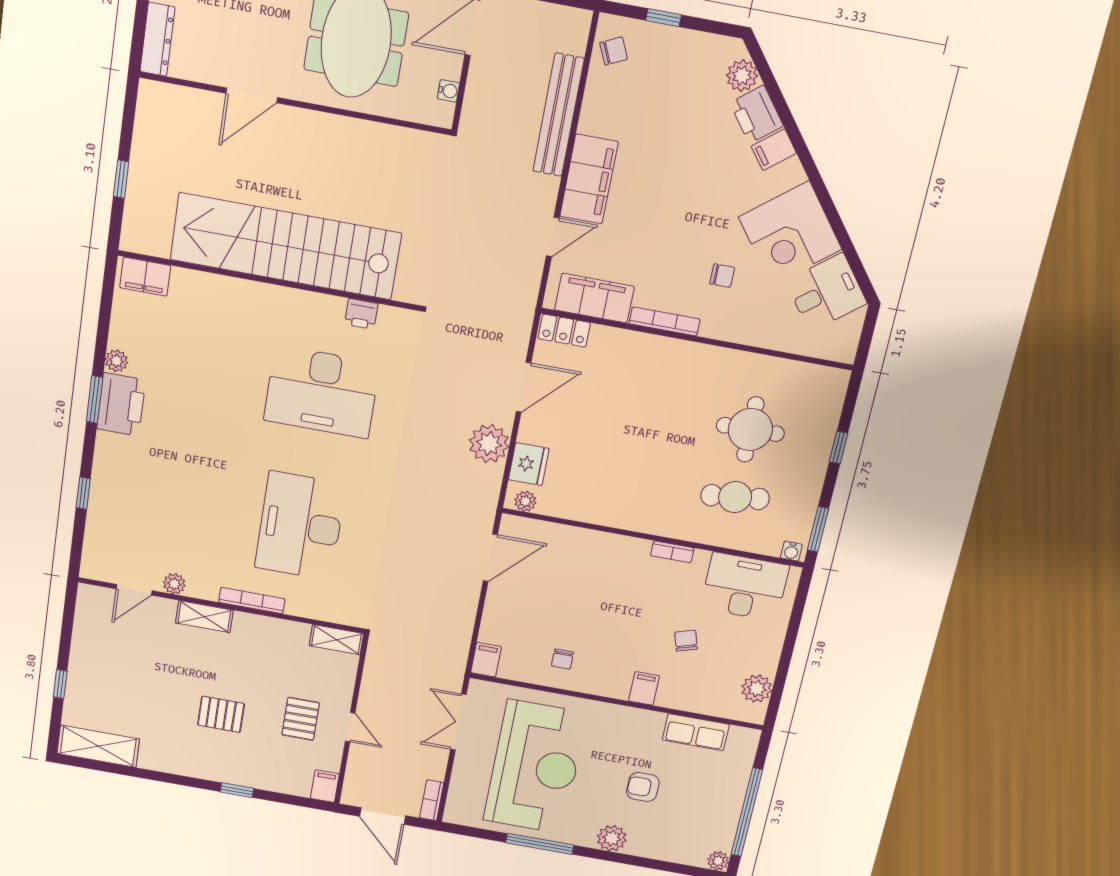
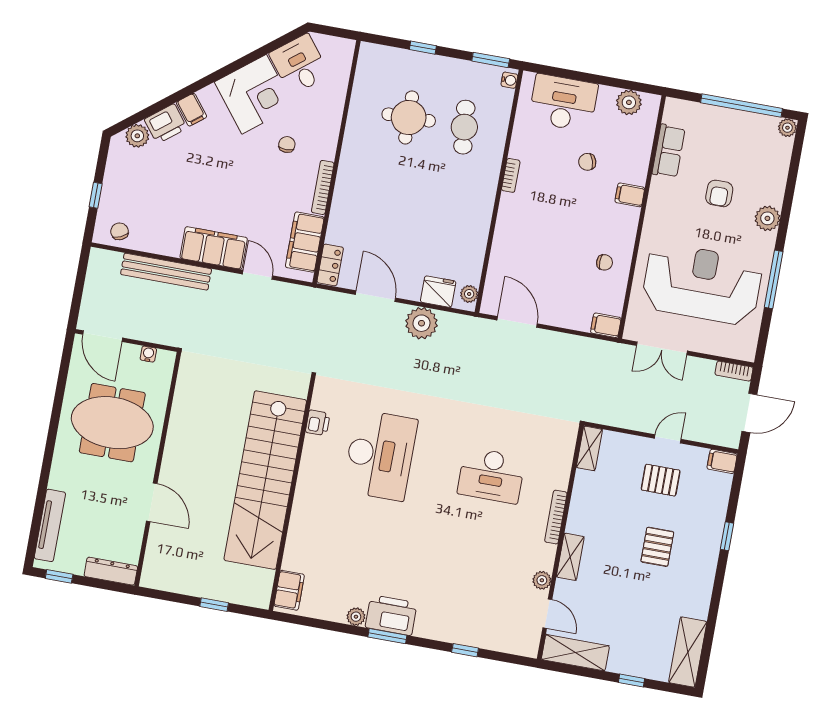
desk: (300, 526) -> (491, 475), width x0.73, depth x0.77
desk: (745, 587) -> (563, 103), moved, turned 90
shelving: (89, 621) -> (575, 653), added

